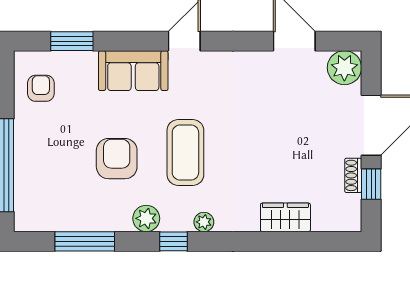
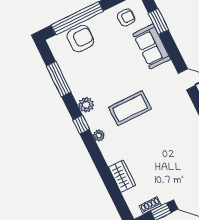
sofa: (133, 71) -> (152, 46), moved
armchair: (117, 159) -> (80, 38), moved
shoe rack: (353, 175) -> (150, 205), moved

